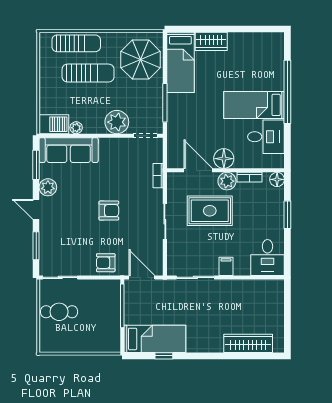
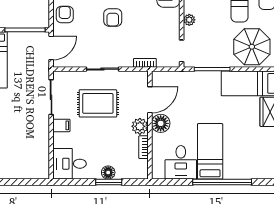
plant: (117, 122) -> (189, 20), width x0.53, depth x0.53
floor lamp: (277, 179) -> (108, 173), moved
rug: (210, 211) -> (98, 103), moved, turned 90

